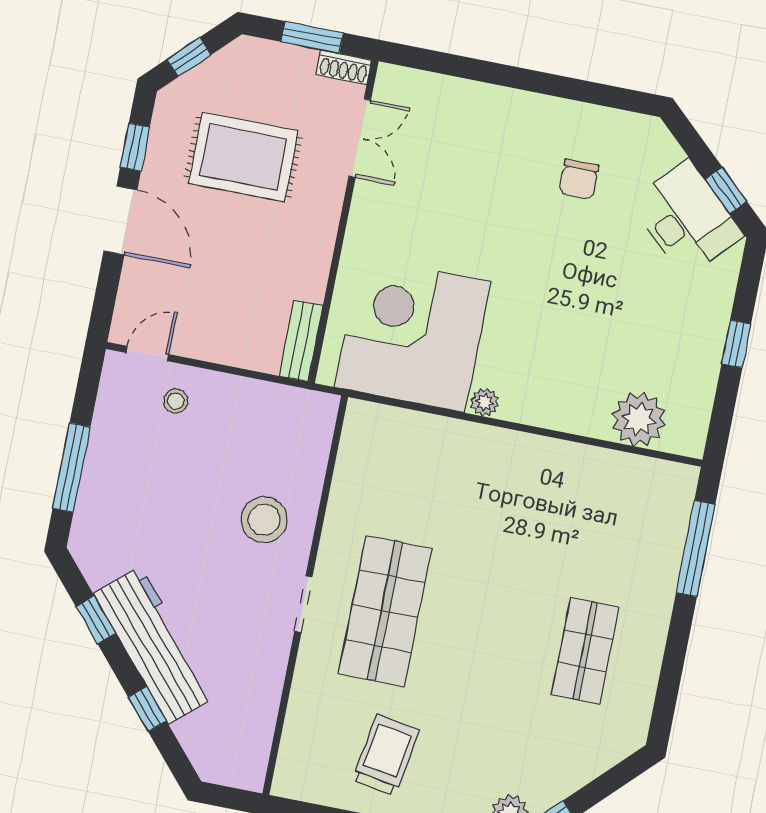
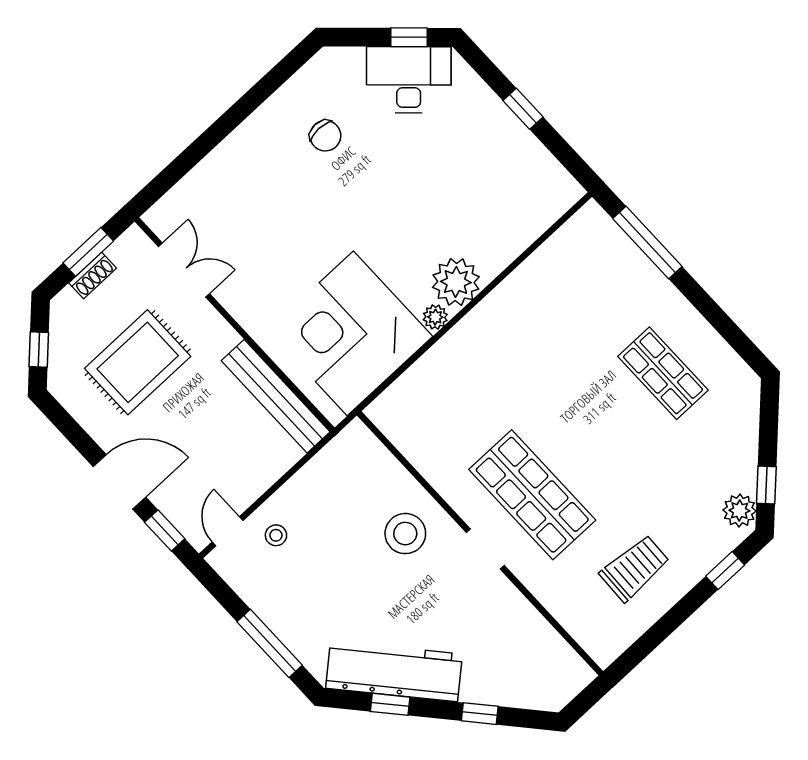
shoe rack: (344, 67) -> (93, 275), moved
window: (135, 147) -> (165, 531), moved
bench: (301, 341) -> (276, 396), width x1.86, depth x1.21
plant: (639, 419) -> (456, 282), moved
workbench: (155, 645) -> (394, 671), moved
trolley: (386, 755) -> (635, 568), turned 83

